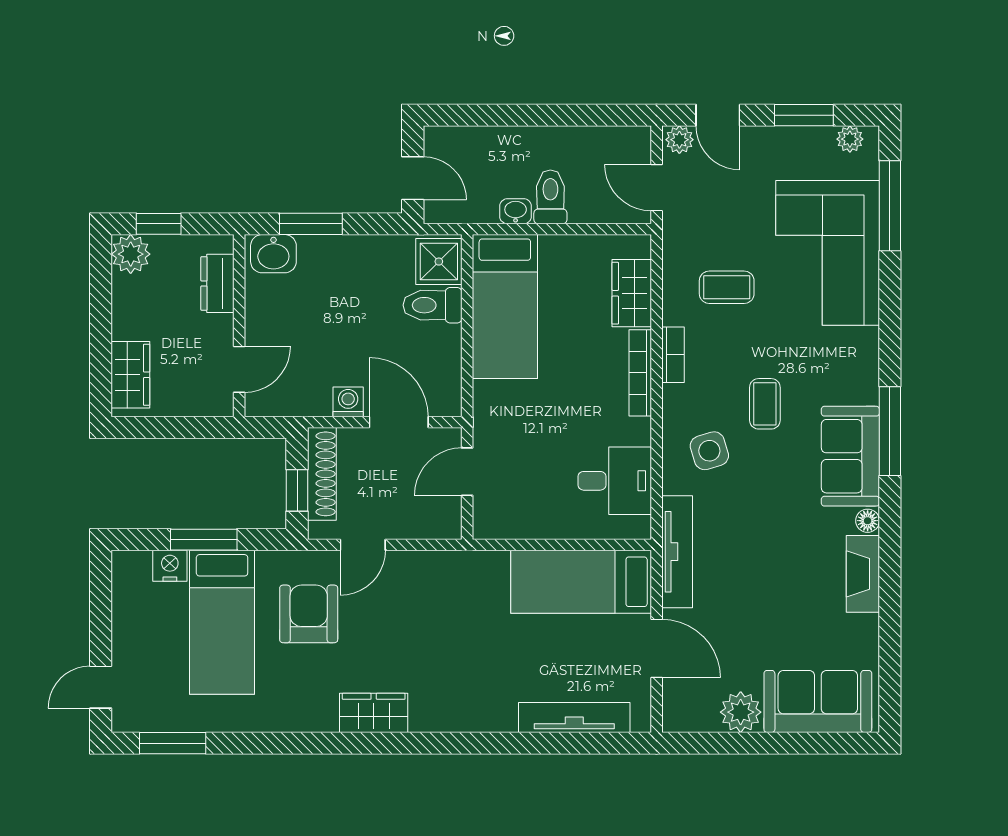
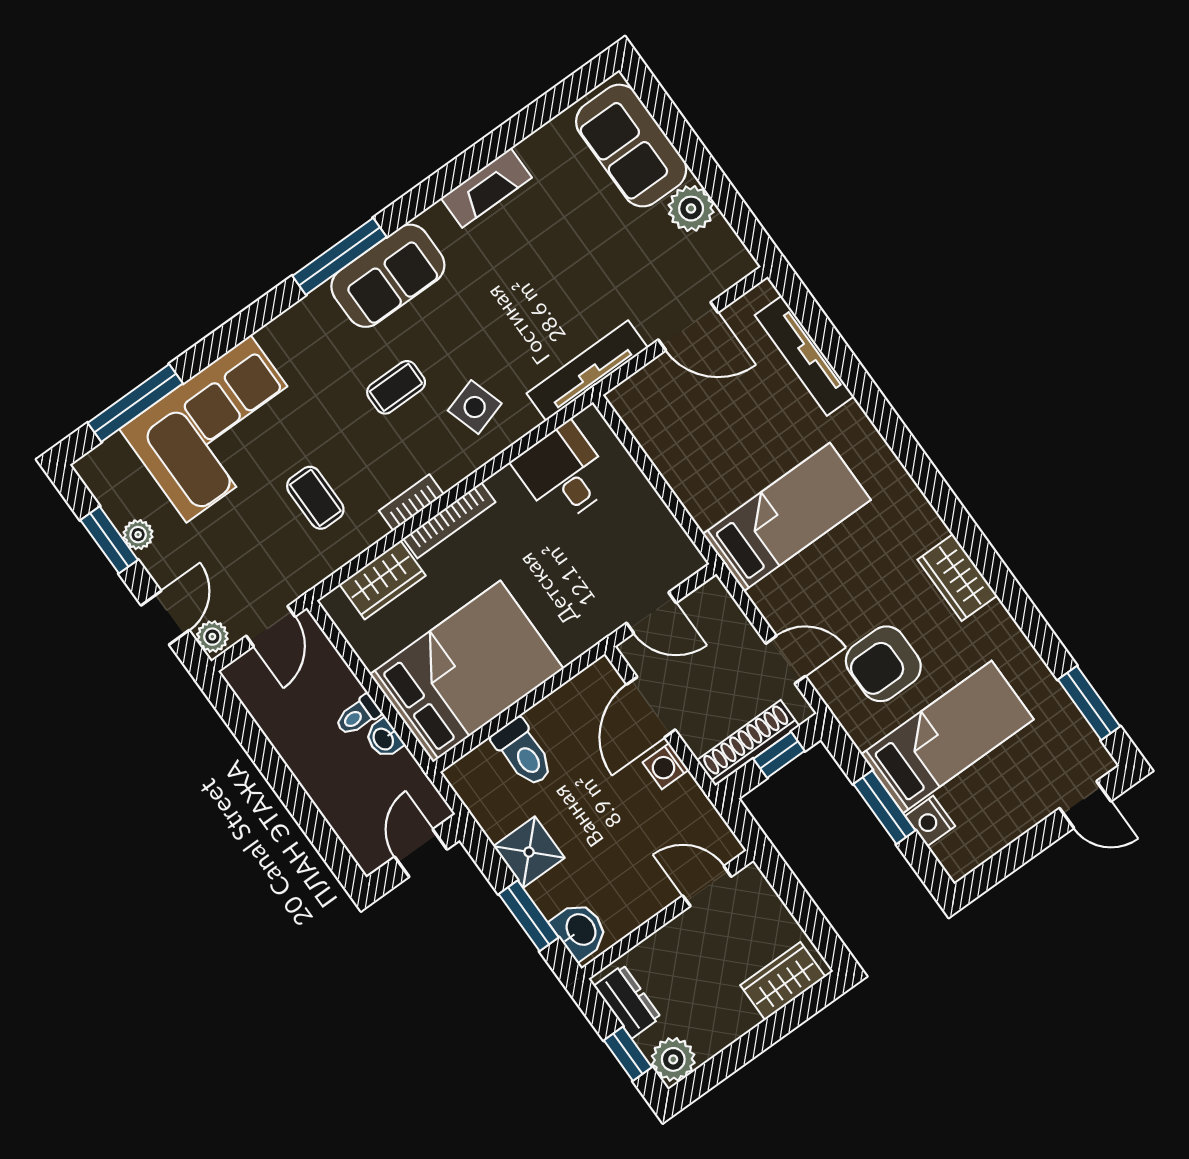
plant: (850, 139) -> (138, 535), moved
toilet: (550, 197) -> (358, 715), width x0.73, depth x0.72
shower: (439, 262) -> (529, 852), moved
dresser: (217, 283) -> (627, 1002), moved, turned -90
bed: (505, 307) -> (467, 672), width x1.50
floor lamp: (868, 521) -> (435, 218), removed
bed: (581, 582) -> (787, 517), moved, turned -90
door: (657, 648) -> (688, 326), swing flipped
wardrobe: (374, 713) -> (957, 578), moved

